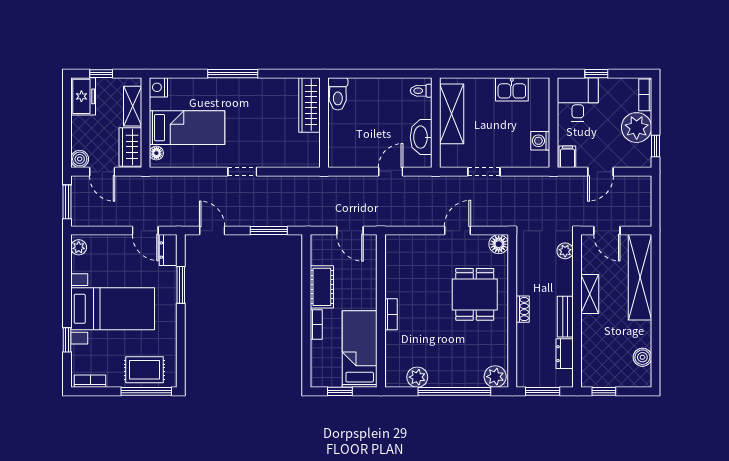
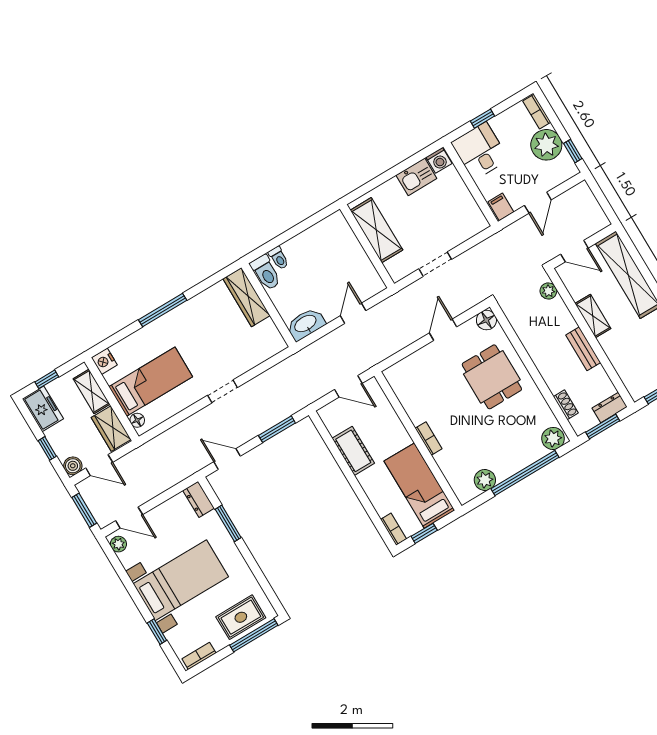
toilet: (421, 91) -> (279, 258), moved, turned -90
window: (67, 132) -> (47, 448), added
washbasin: (421, 137) -> (306, 324), moved, turned 90
washing machine: (540, 141) -> (439, 160), moved, turned -90
door: (145, 231) -> (129, 518), moved
shoe rack: (523, 309) -> (566, 405), moved
bookcase: (316, 325) -> (393, 529), moved
dresser: (565, 354) -> (610, 407), moved, turned 90

